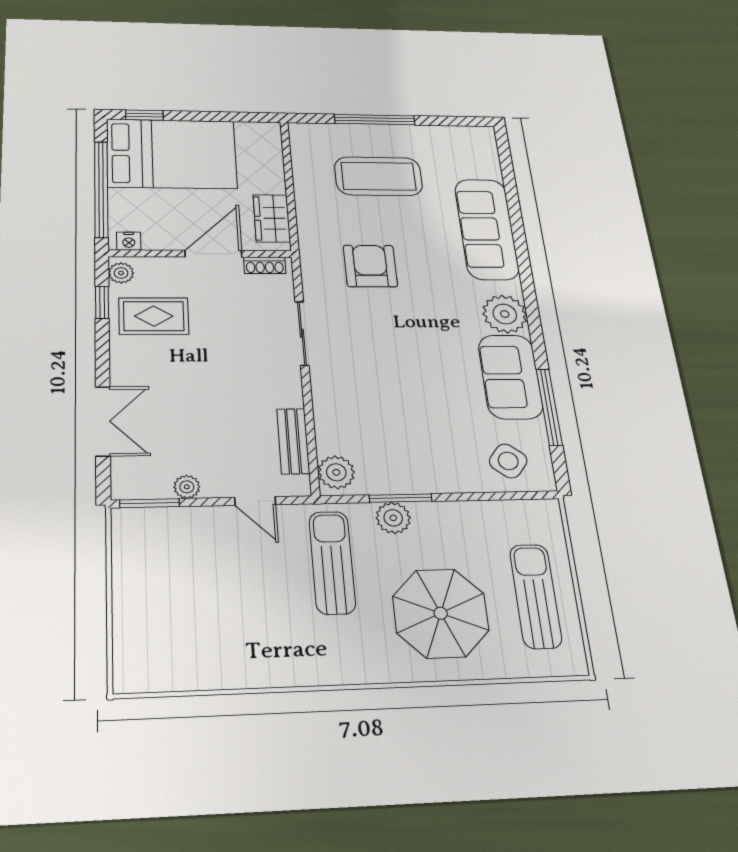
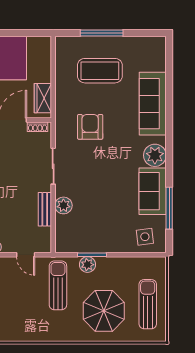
bench: (293, 441) -> (45, 209), moved
side table: (508, 461) -> (145, 237), turned 45
plant: (336, 472) -> (63, 205), moved

